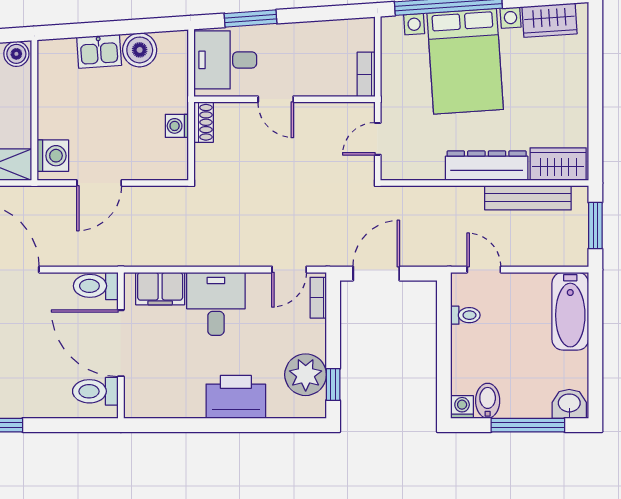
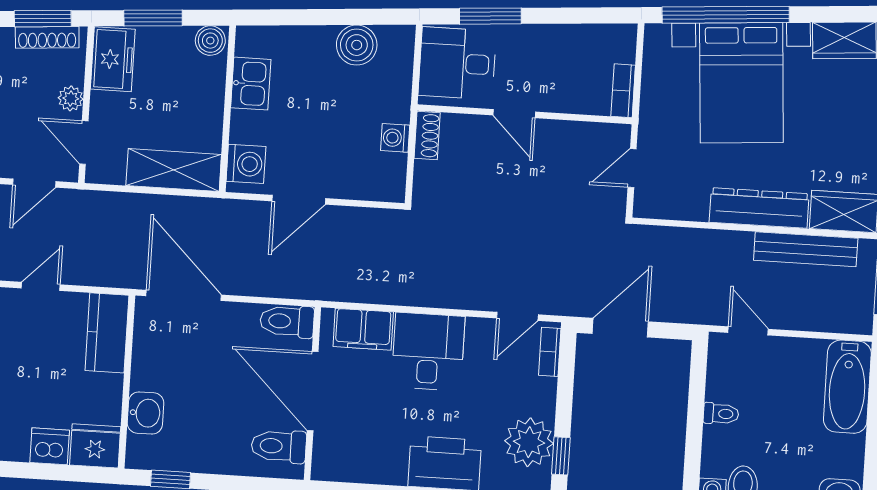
kitchen sink: (99, 51) -> (251, 84), moved, turned -86
toilet: (465, 315) -> (721, 414), moved

